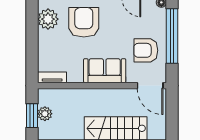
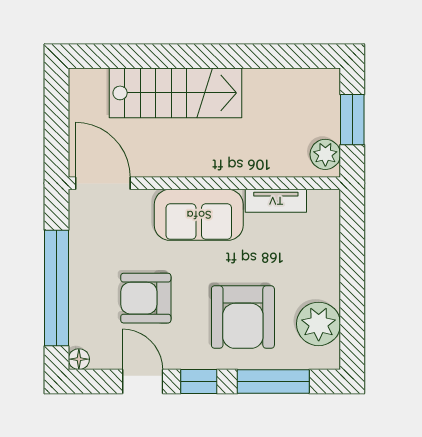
armchair: (146, 50) -> (146, 298), moved, turned 180
tv unit: (52, 77) -> (276, 201), moved
plant: (45, 114) -> (325, 154), moved

